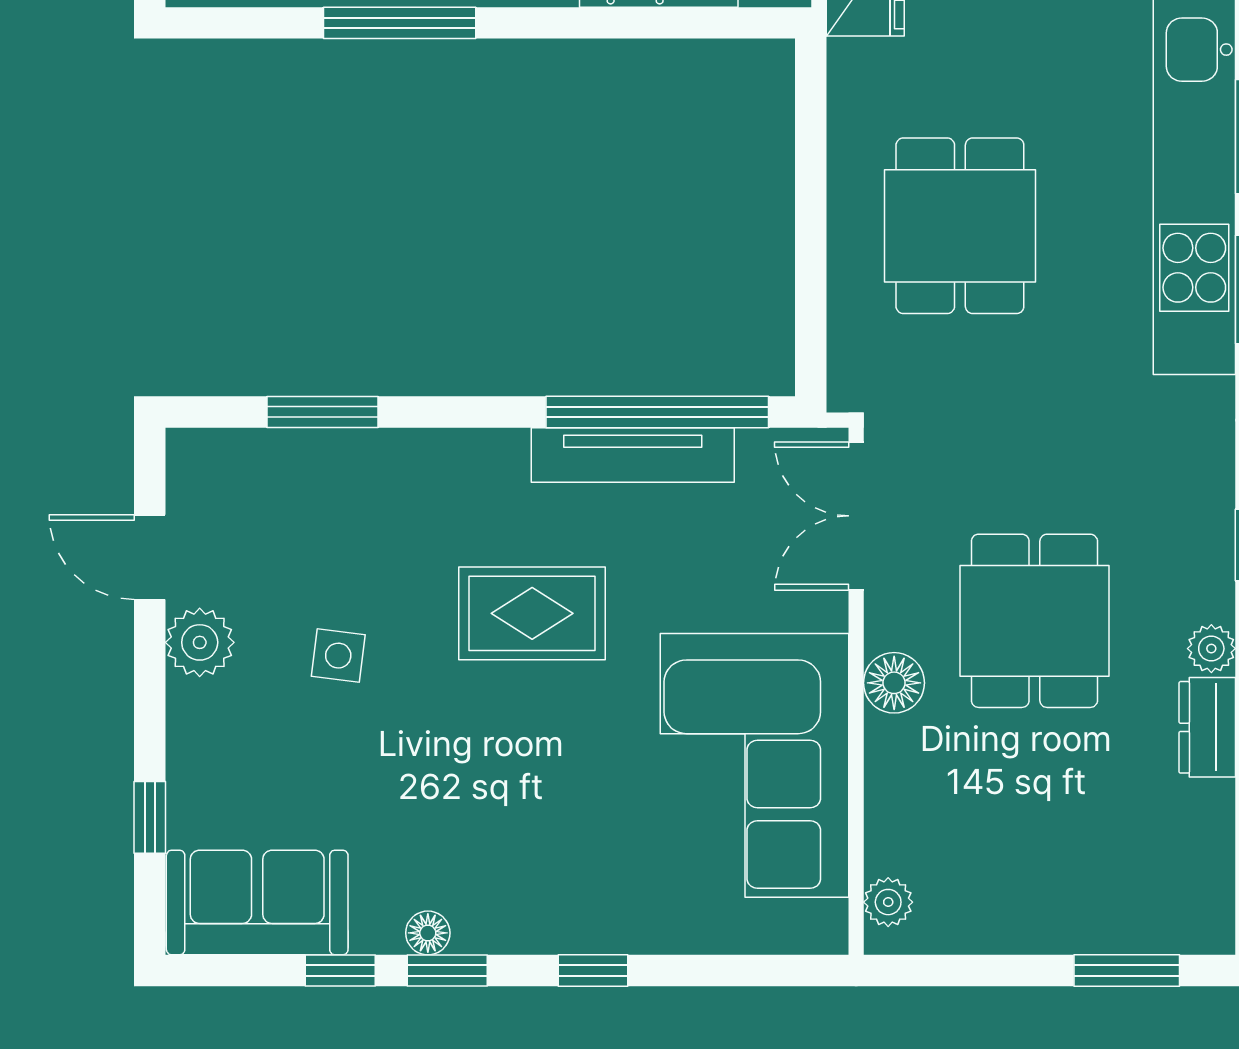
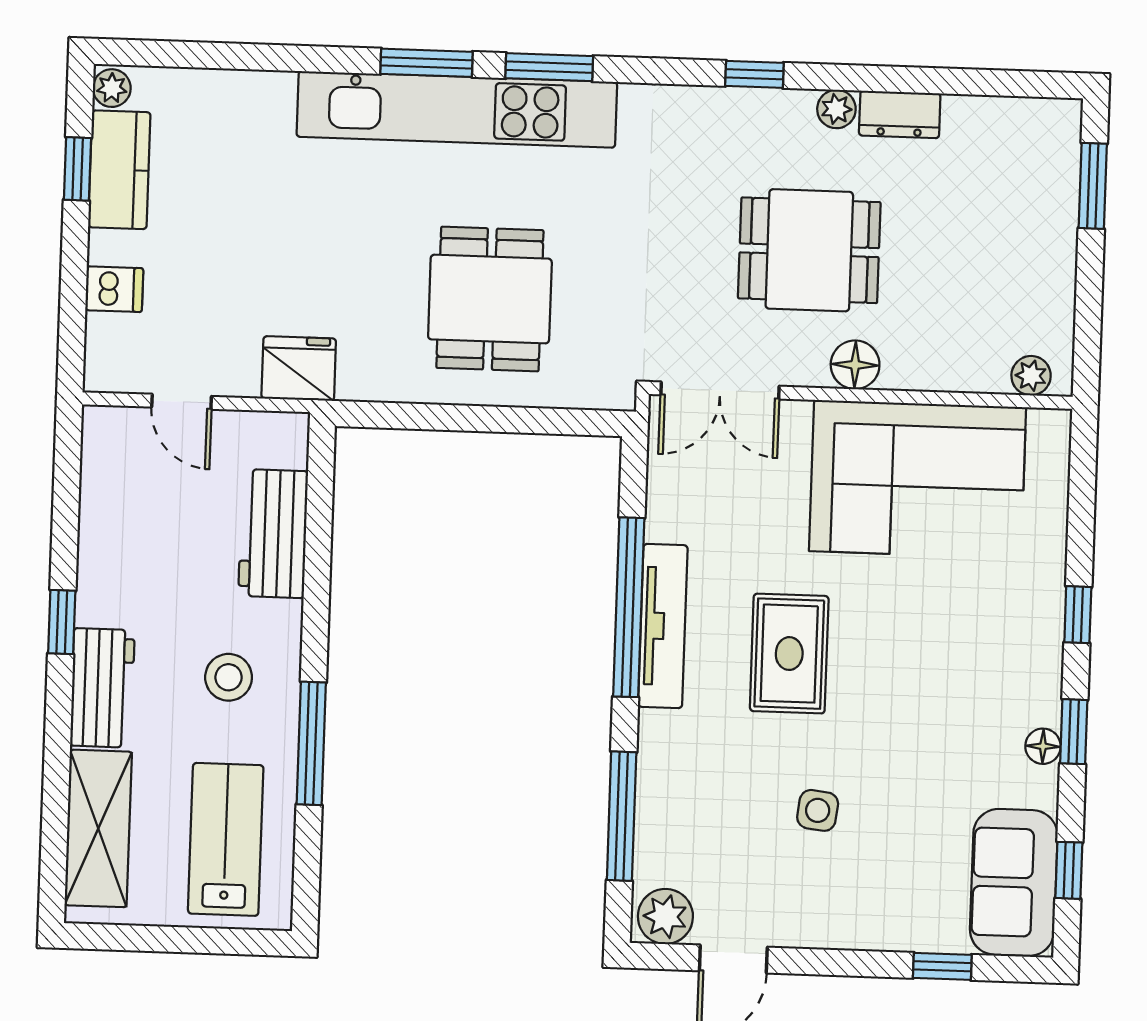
dining table: (960, 226) -> (490, 299), turned 90
window: (323, 412) -> (622, 816), width x1.44
window: (657, 412) -> (629, 607), moved
tv unit: (633, 455) -> (663, 626), moved
plant: (200, 642) -> (665, 916), moved
window: (340, 971) -> (1069, 870), moved

